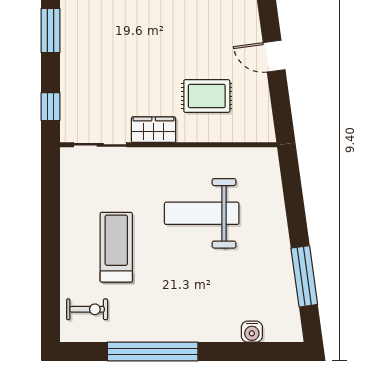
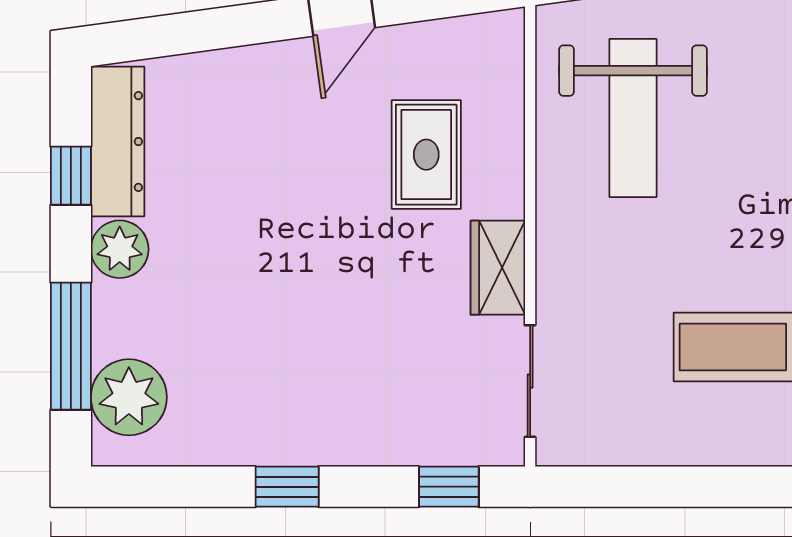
window: (51, 31) -> (287, 487), width x0.67
weight bench: (202, 213) -> (633, 118), moved

